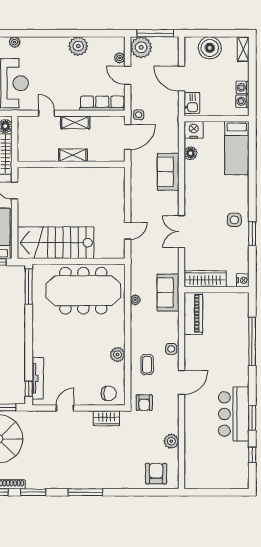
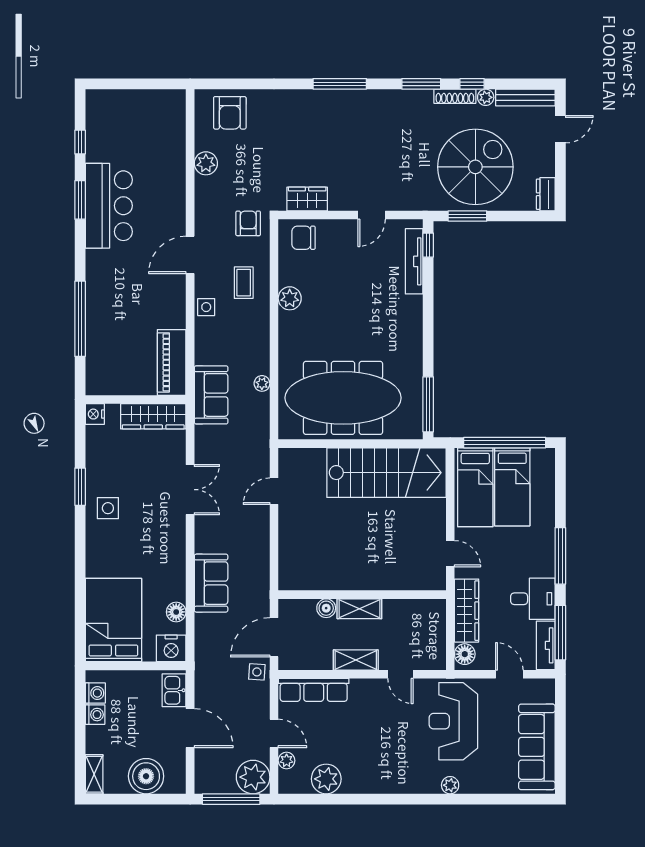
plant: (78, 46) -> (326, 779), moved
bed: (237, 148) -> (113, 620), width x1.50
boiler: (94, 156) -> (326, 608), added

